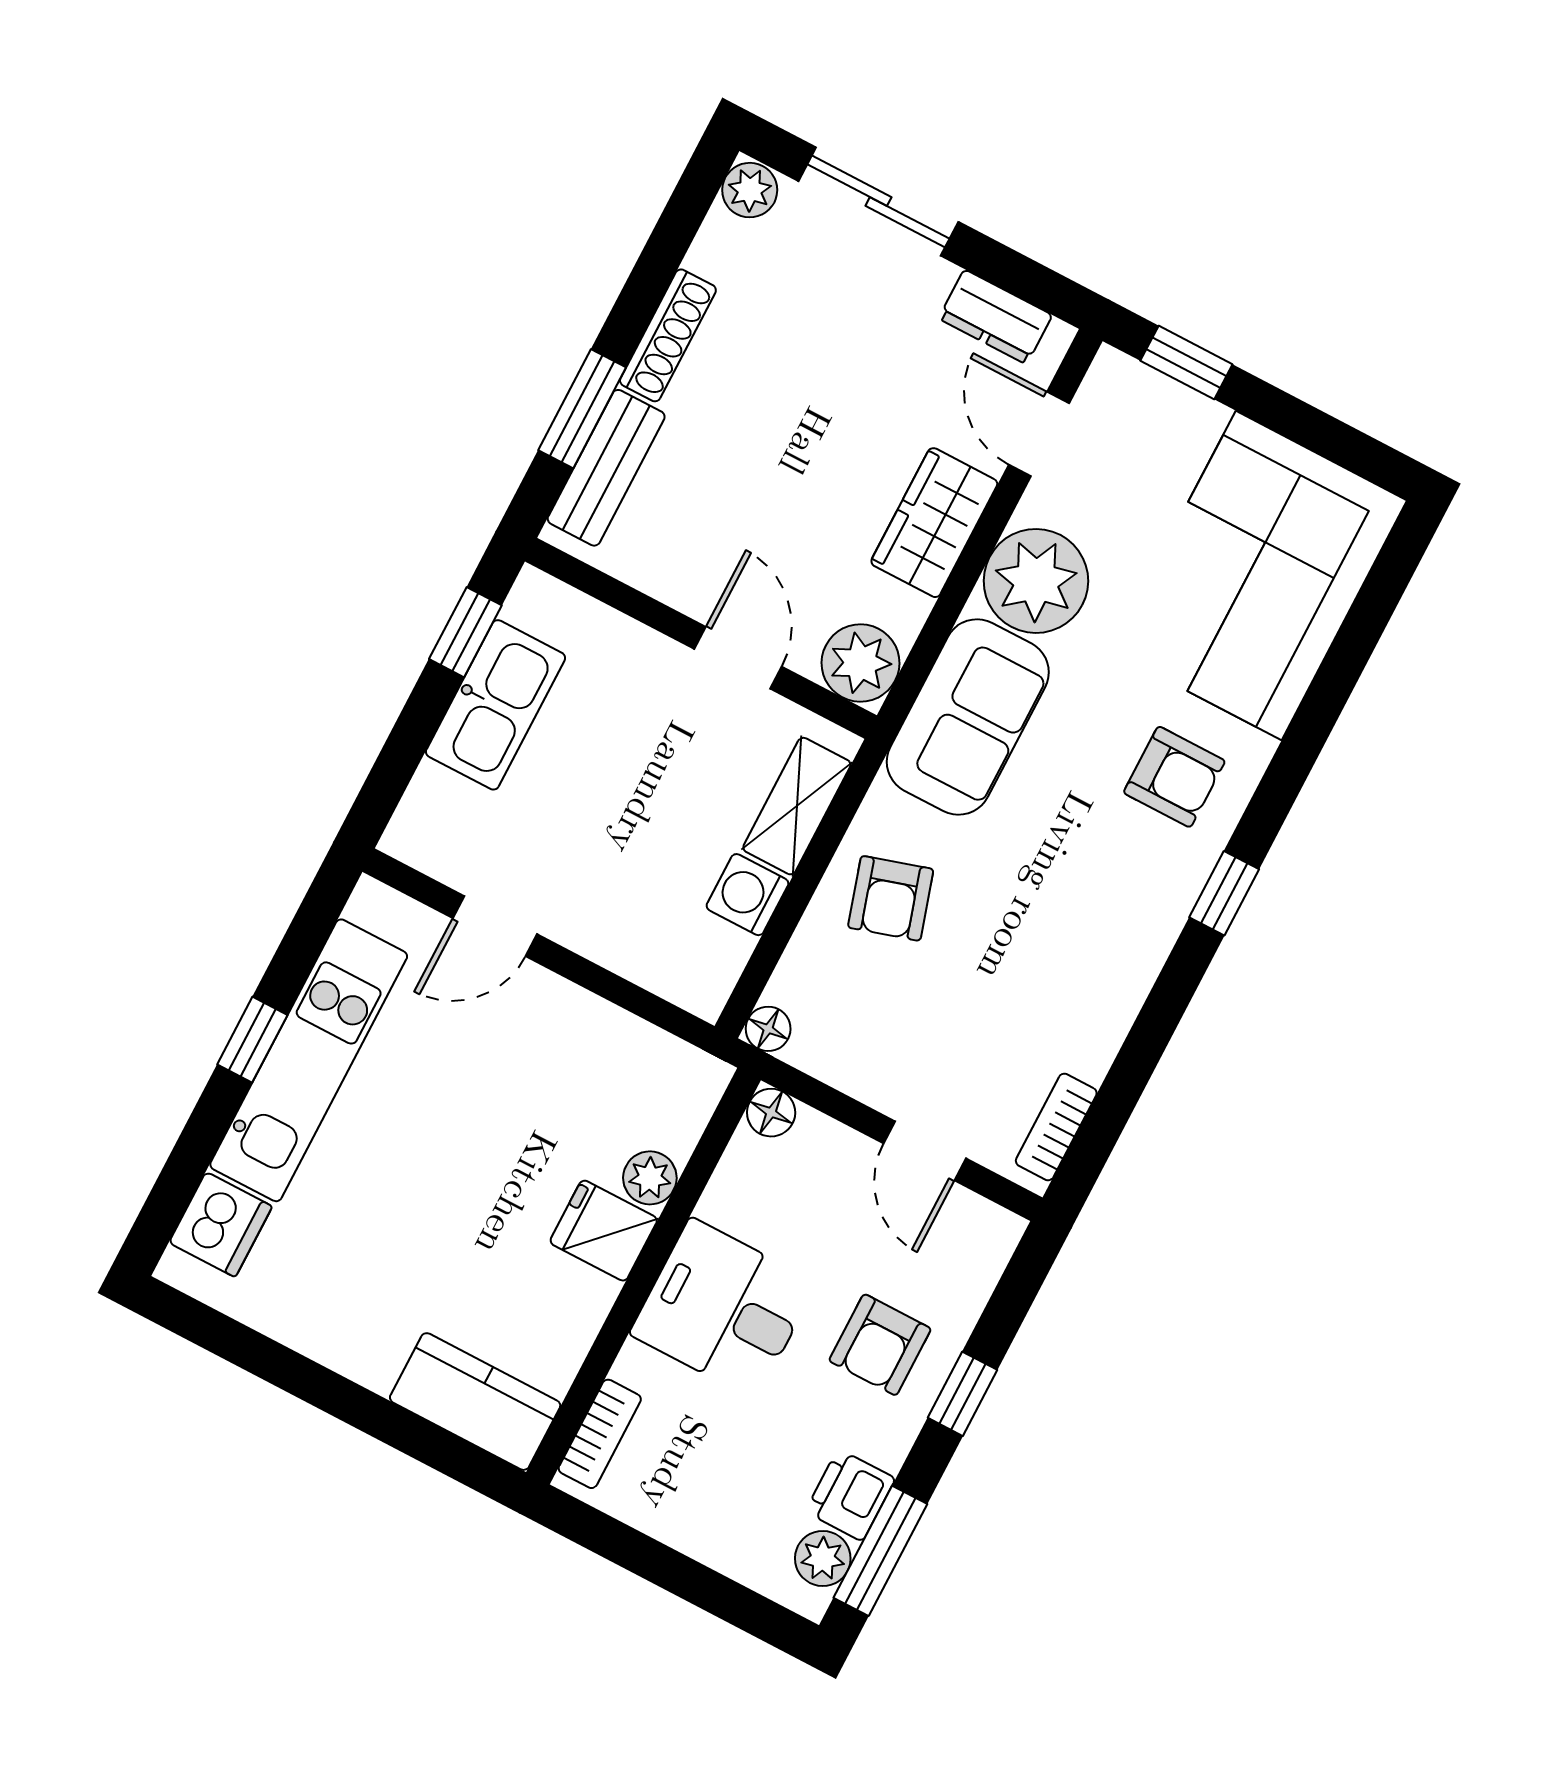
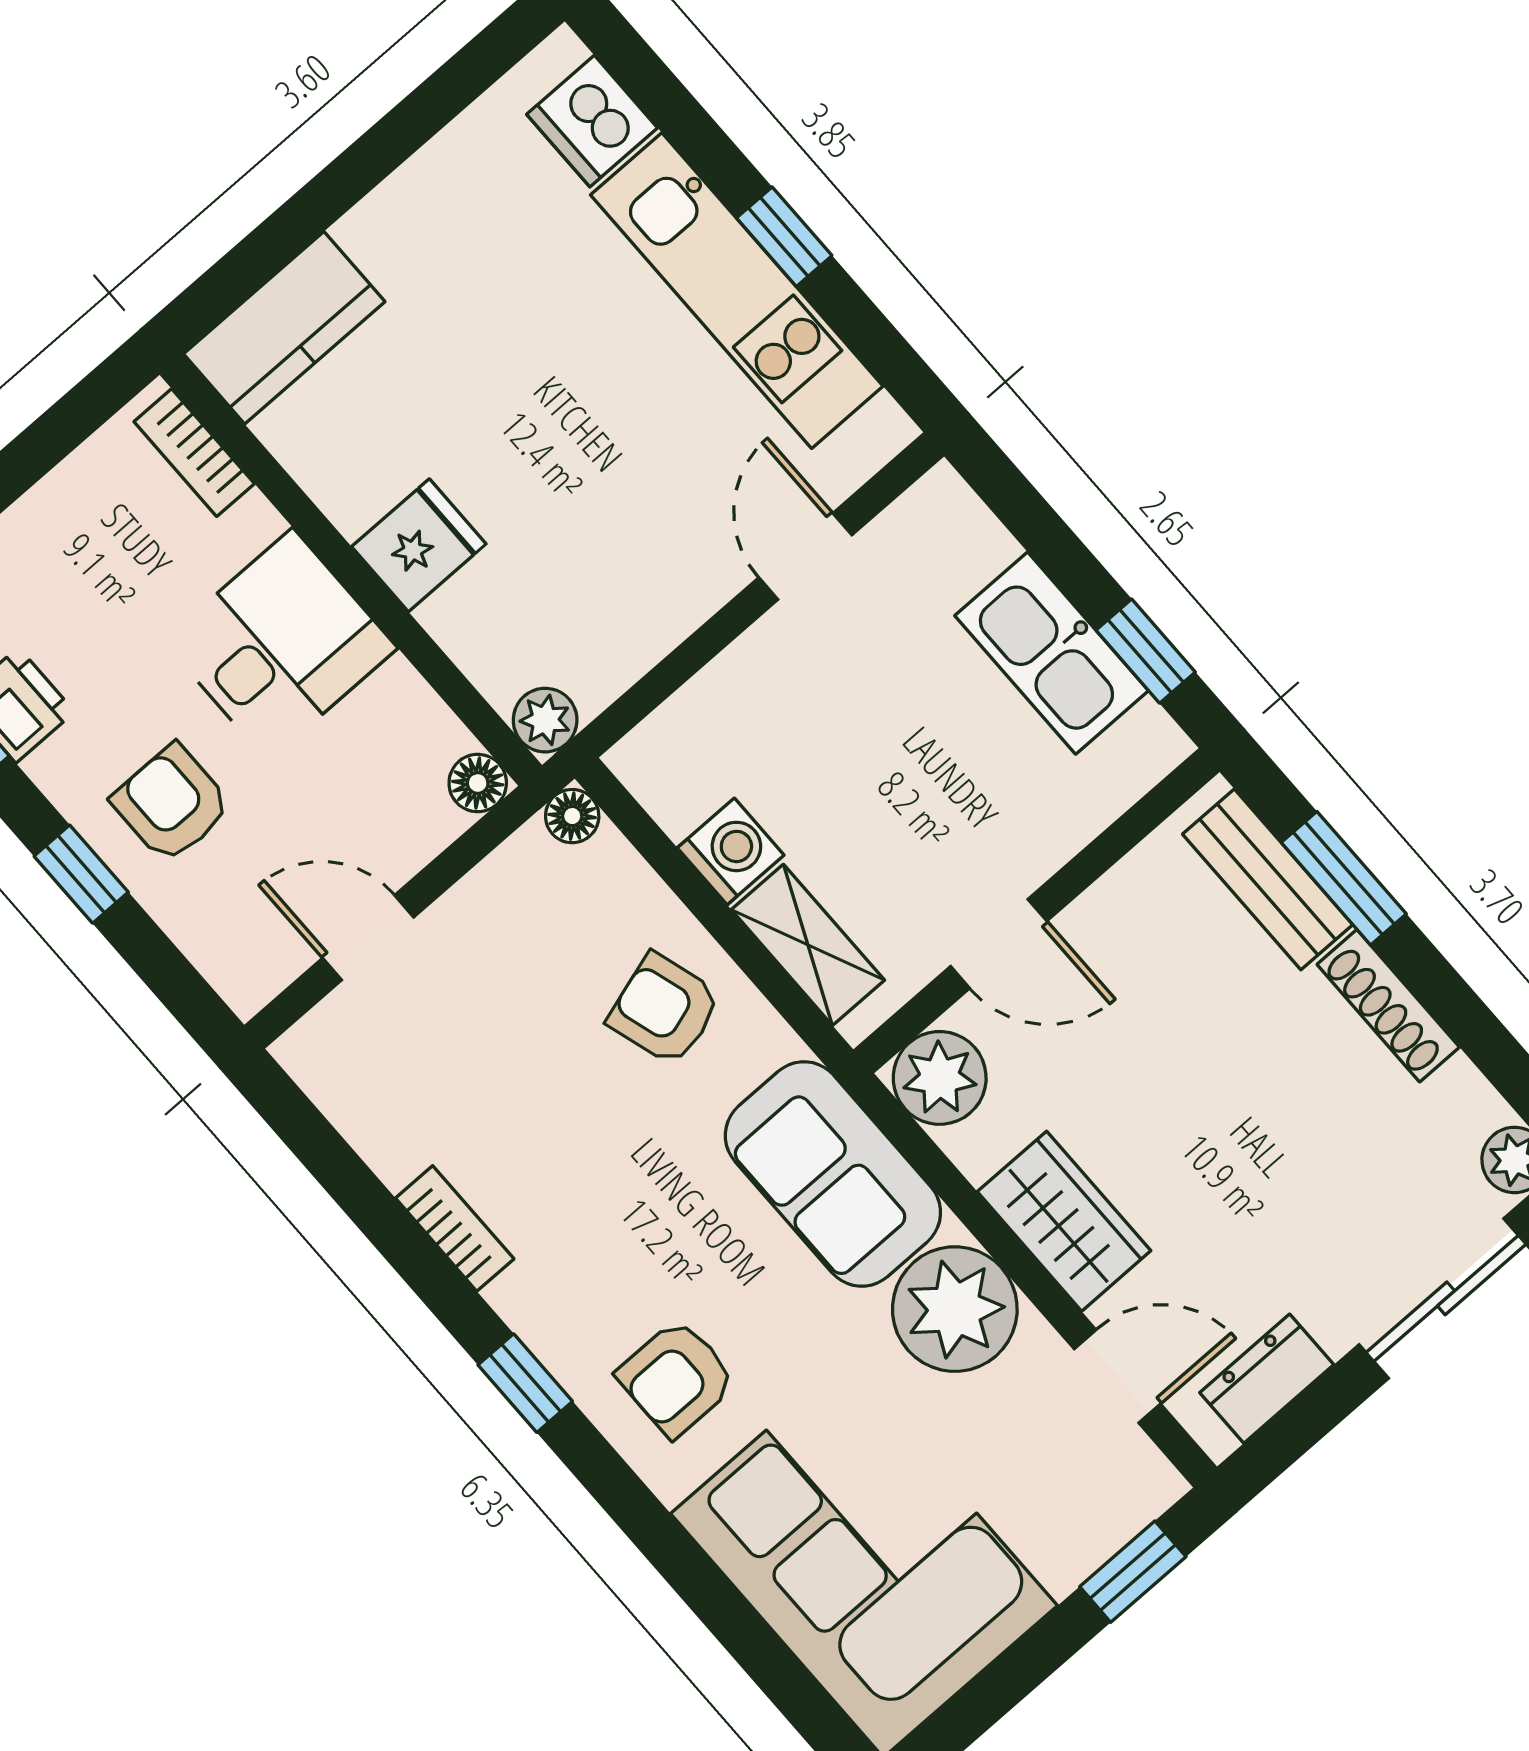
bookcase: (1056, 1127) -> (455, 1229), moved
plant: (650, 1178) -> (545, 720), moved

